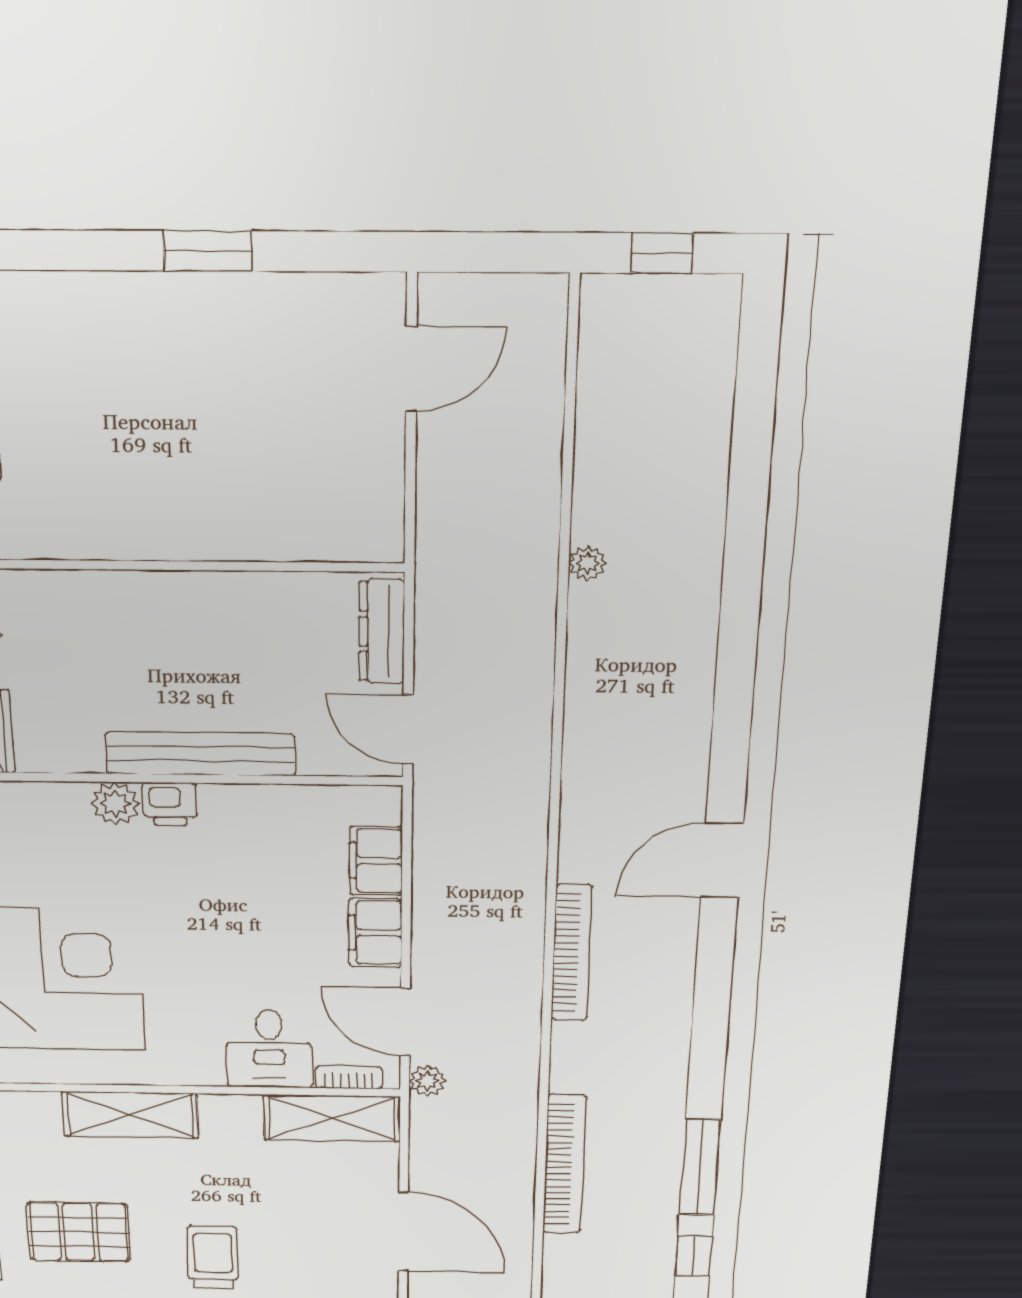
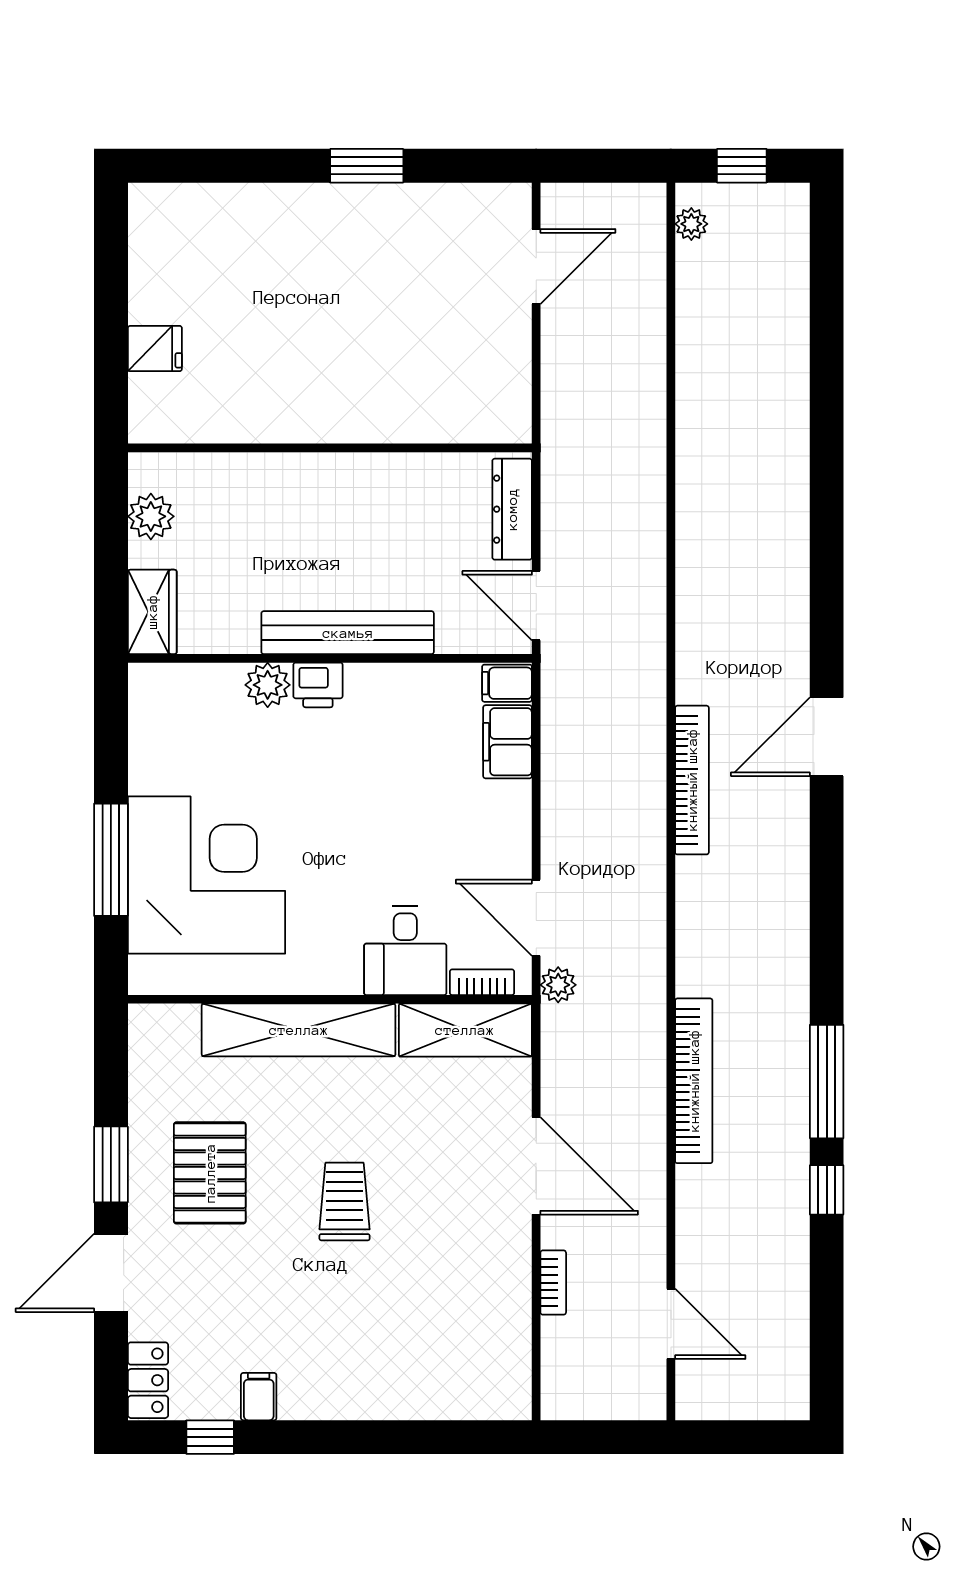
plant: (587, 563) -> (691, 224), moved
filing cabinet: (375, 933) -> (507, 683), moved, width x0.50
bookcase: (571, 953) -> (692, 780), moved
shelving: (130, 1115) -> (299, 1030), width x1.47
pallet: (79, 1232) -> (210, 1173), turned 90

